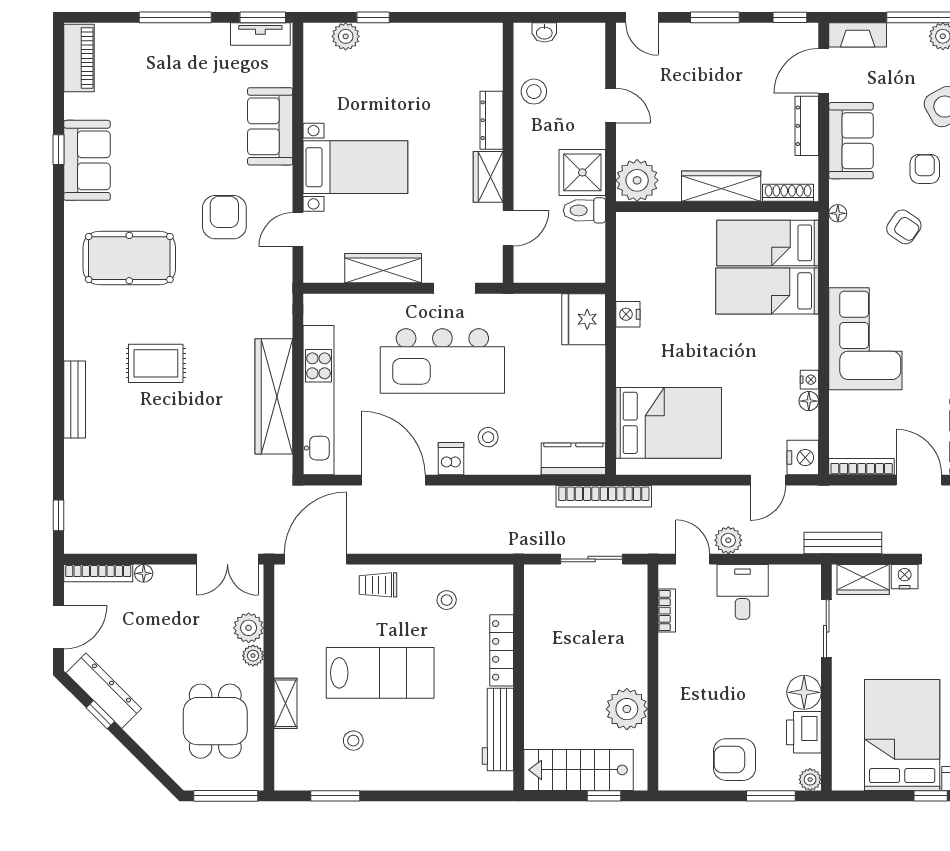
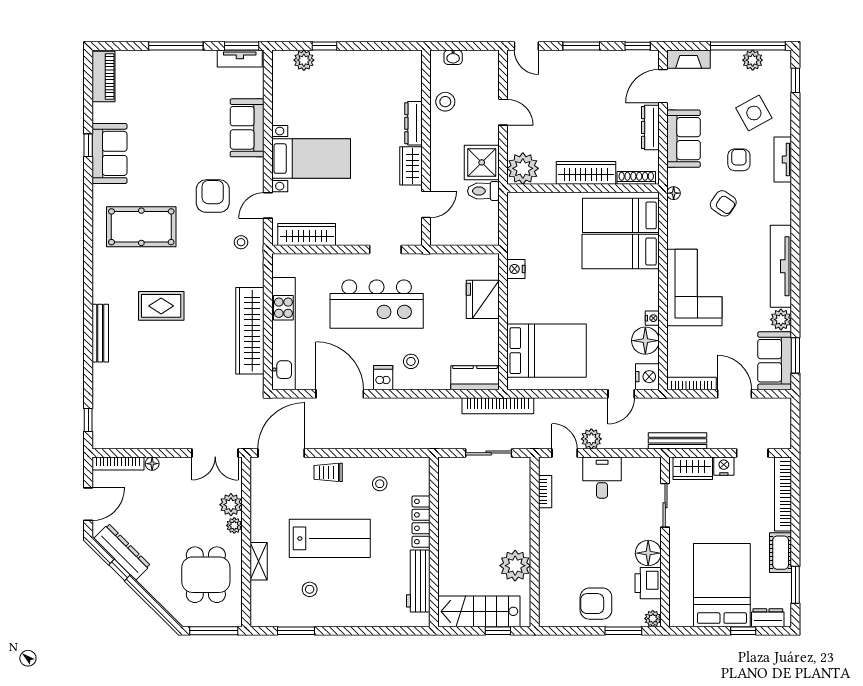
wardrobe: (383, 268) -> (307, 234), moved
stool: (262, 279) -> (241, 242), added
fridge: (584, 319) -> (483, 299), moved
floor lamp: (809, 401) -> (645, 341), width x1.89, depth x1.89

